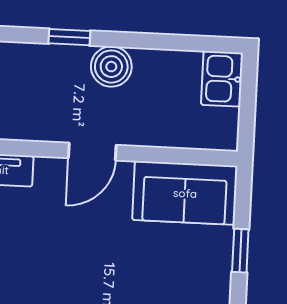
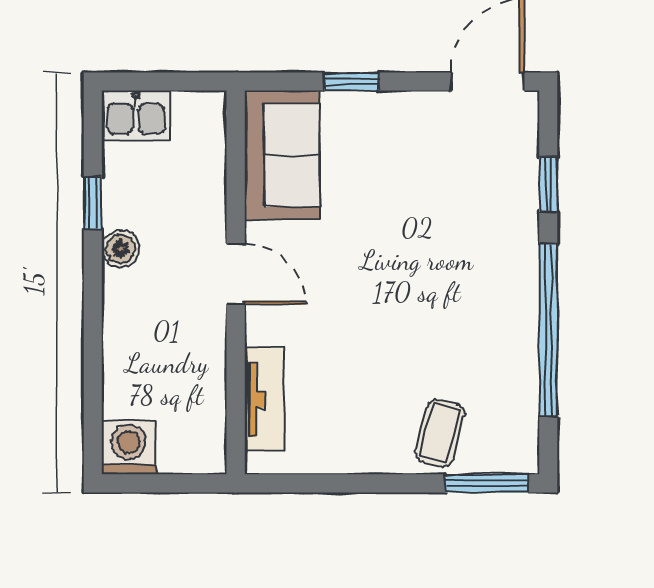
window: (69, 37) -> (93, 203), moved
boiler: (111, 67) -> (120, 249), width x0.73, depth x0.73

